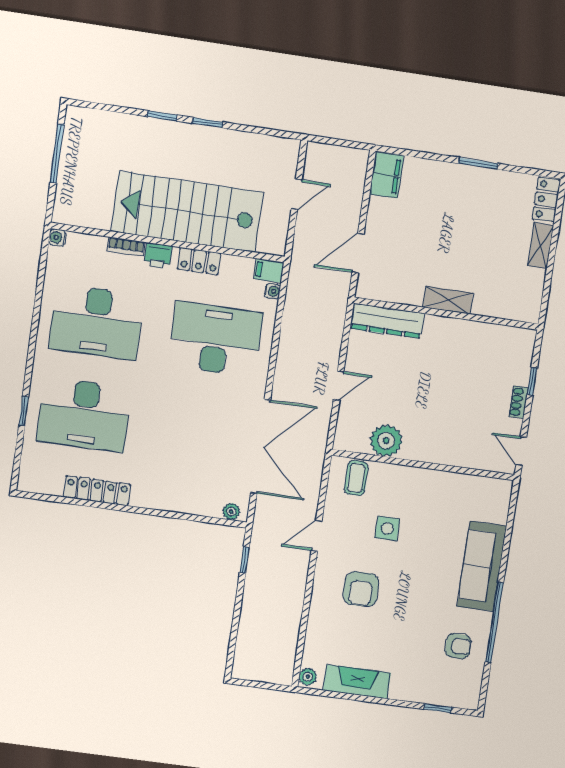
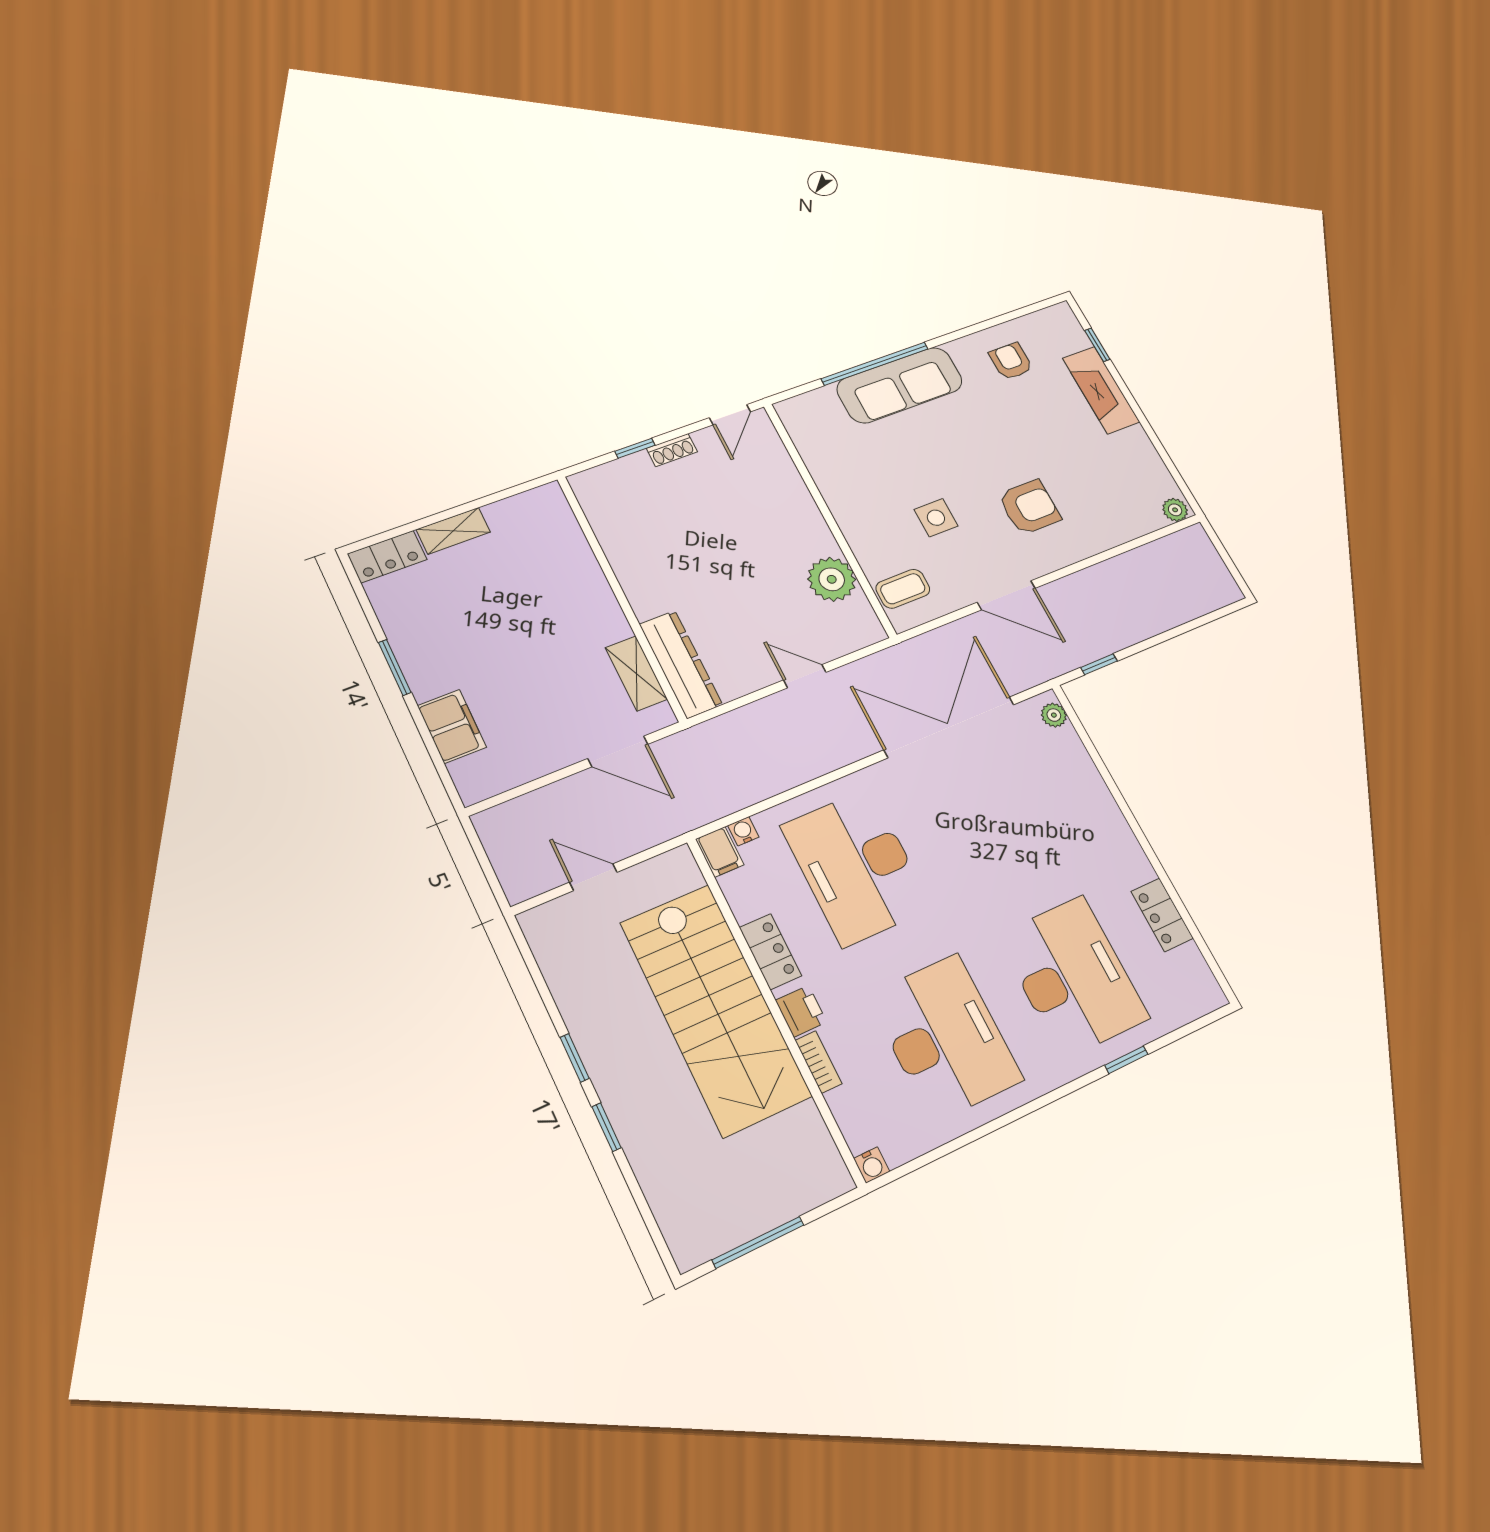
filing cabinet: (386, 175) -> (452, 726), moved, turned 90
shelving: (448, 300) -> (636, 673), moved
locker: (97, 491) -> (1162, 915), width x0.66
door: (317, 536) -> (1006, 595), width x1.38
window: (494, 622) -> (875, 364), moved
fireplace: (357, 682) -> (1101, 390), moved

